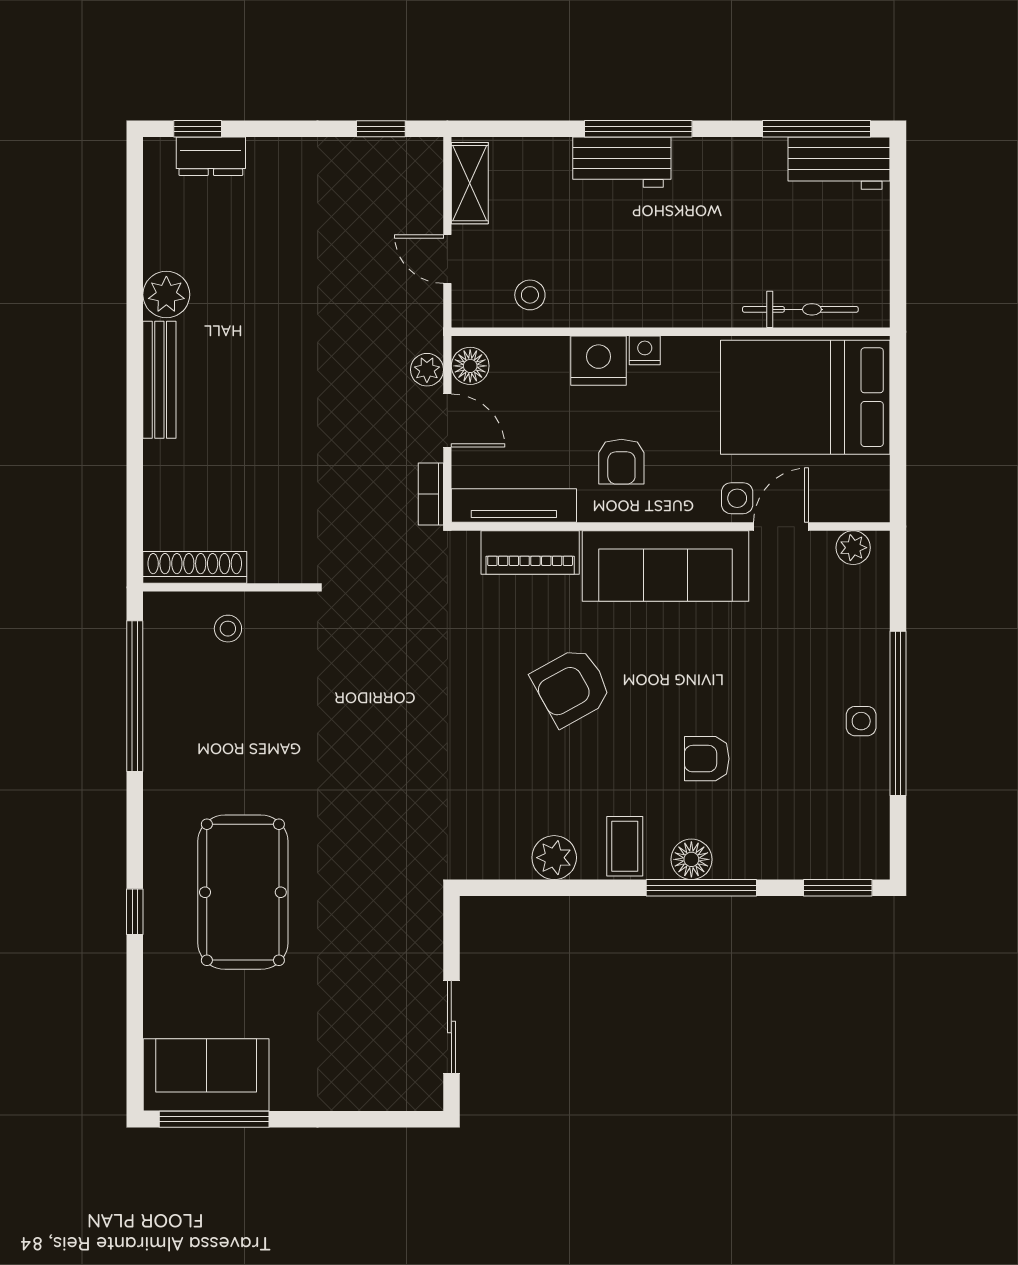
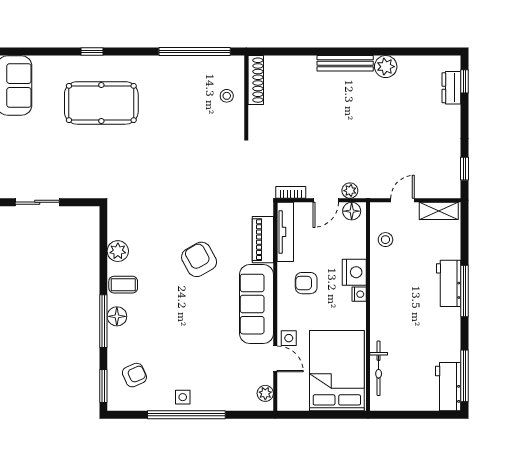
armchair: (707, 759) -> (134, 375), moved, turned 66

